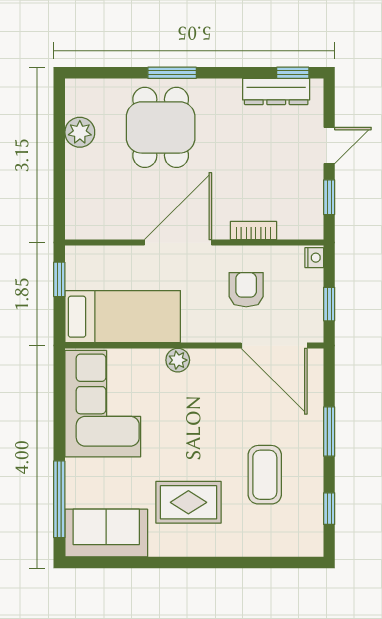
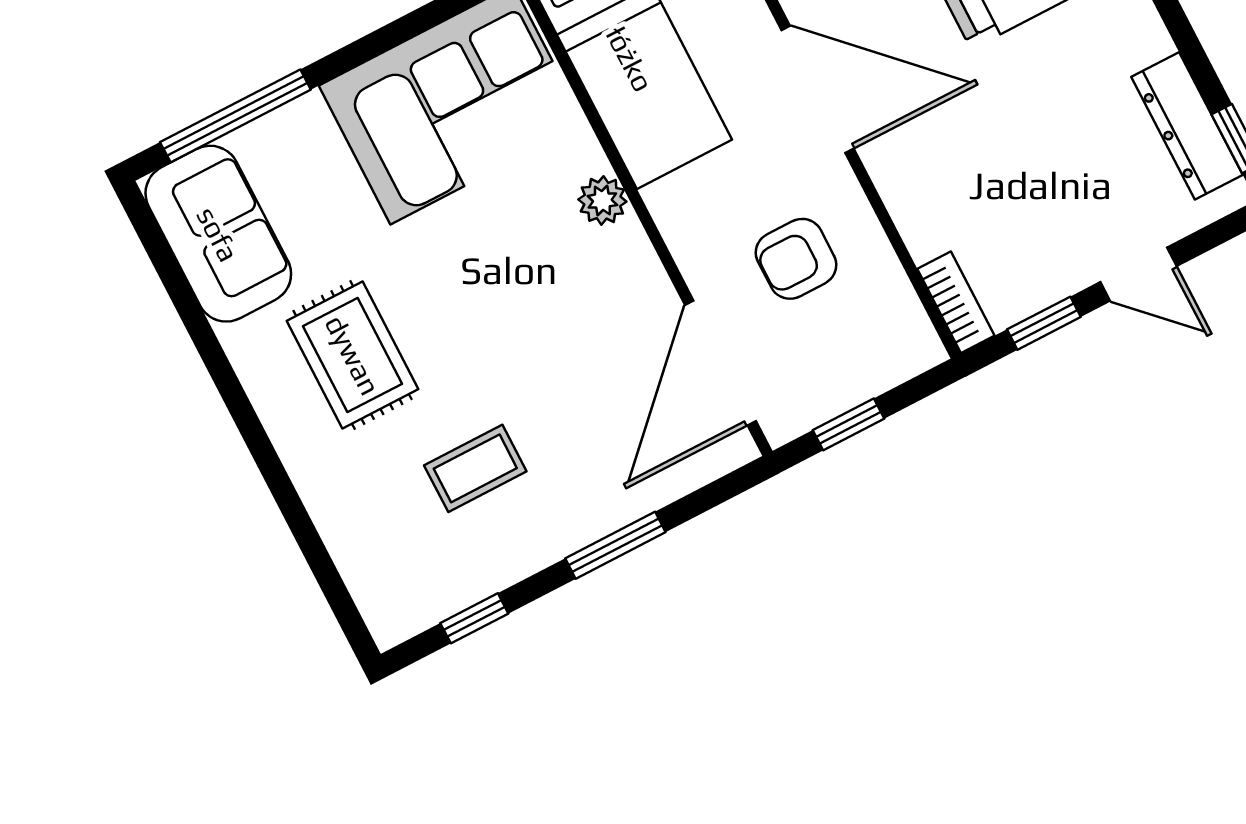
bookcase: (254, 231) -> (956, 302), moved
nightstand: (314, 258) -> (919, 353), removed
armchair: (246, 290) -> (796, 259), turned 180
coffee table: (265, 475) -> (475, 468), width x0.73, depth x0.77

